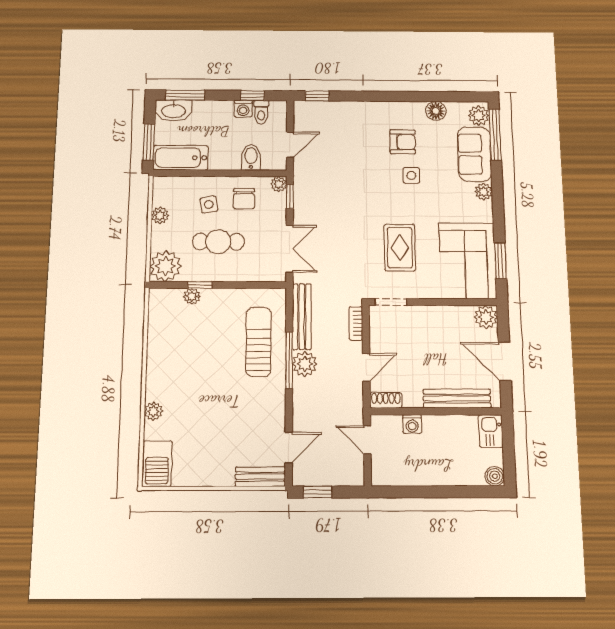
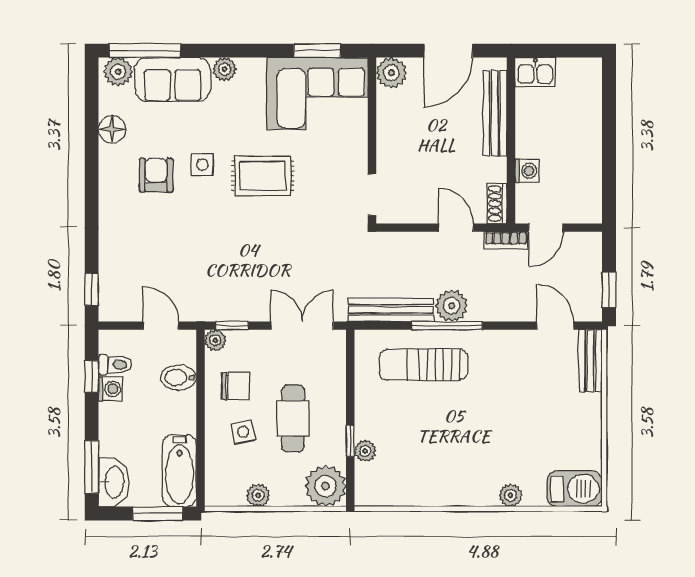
rug: (400, 248) -> (263, 176), moved
bookcase: (356, 323) -> (506, 240), moved
boiler: (495, 476) -> (590, 69), removed

